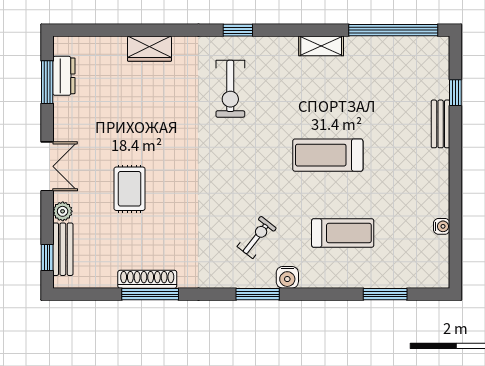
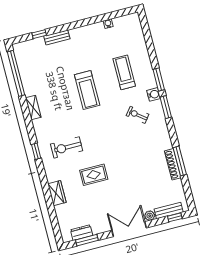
exercise bike: (230, 89) -> (67, 147), turned 180
double door: (47, 166) -> (129, 229), width x1.37
rug: (130, 189) -> (94, 175), moved
window: (385, 294) -> (159, 80), moved

